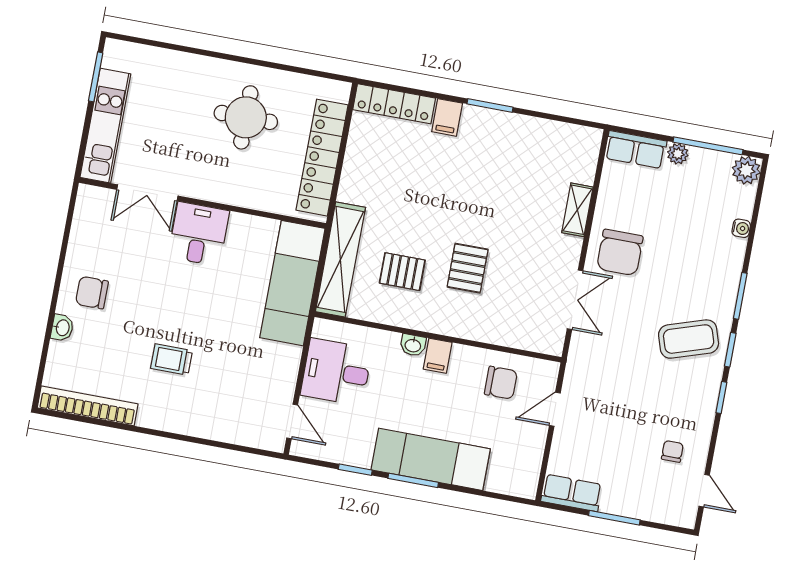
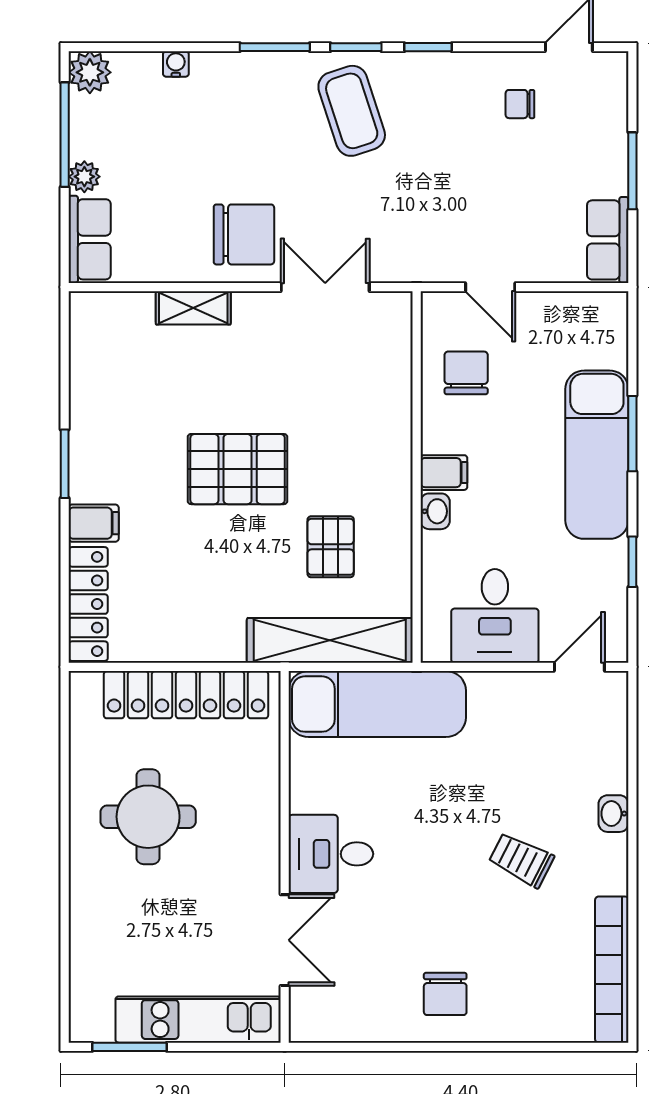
pallet: (468, 268) -> (238, 469), moved, width x1.50, depth x1.42
washbasin: (62, 328) -> (614, 814), moved, turned -90
trolley: (171, 359) -> (521, 860), turned 117
window: (413, 480) -> (632, 434), moved

